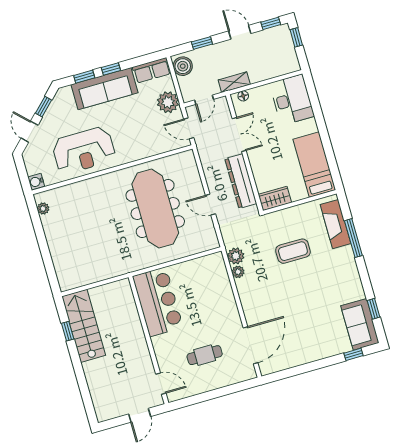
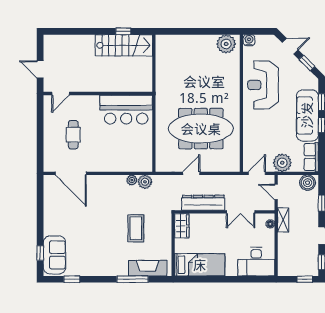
plant: (43, 209) -> (226, 44), width x1.88, depth x1.88
sofa: (360, 324) -> (55, 255), moved, turned 90

